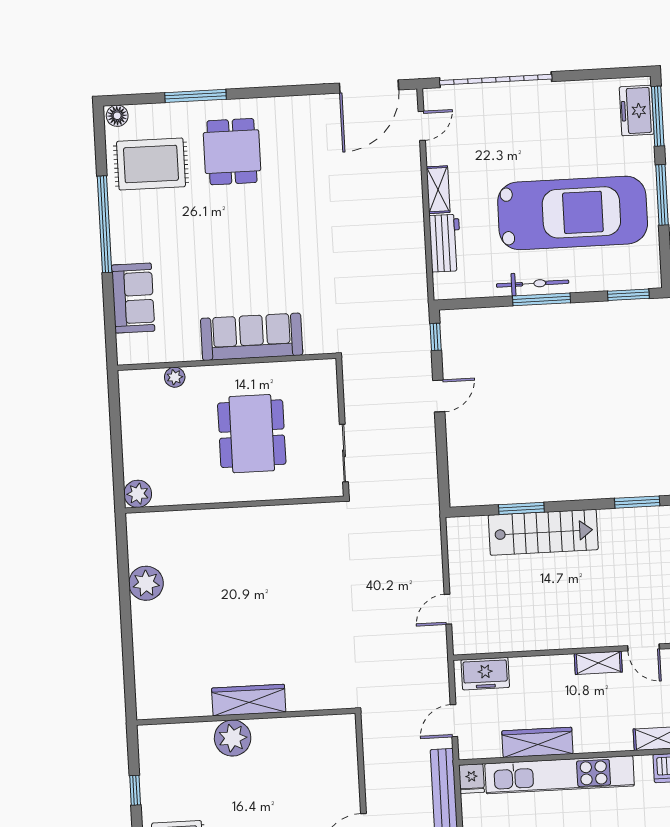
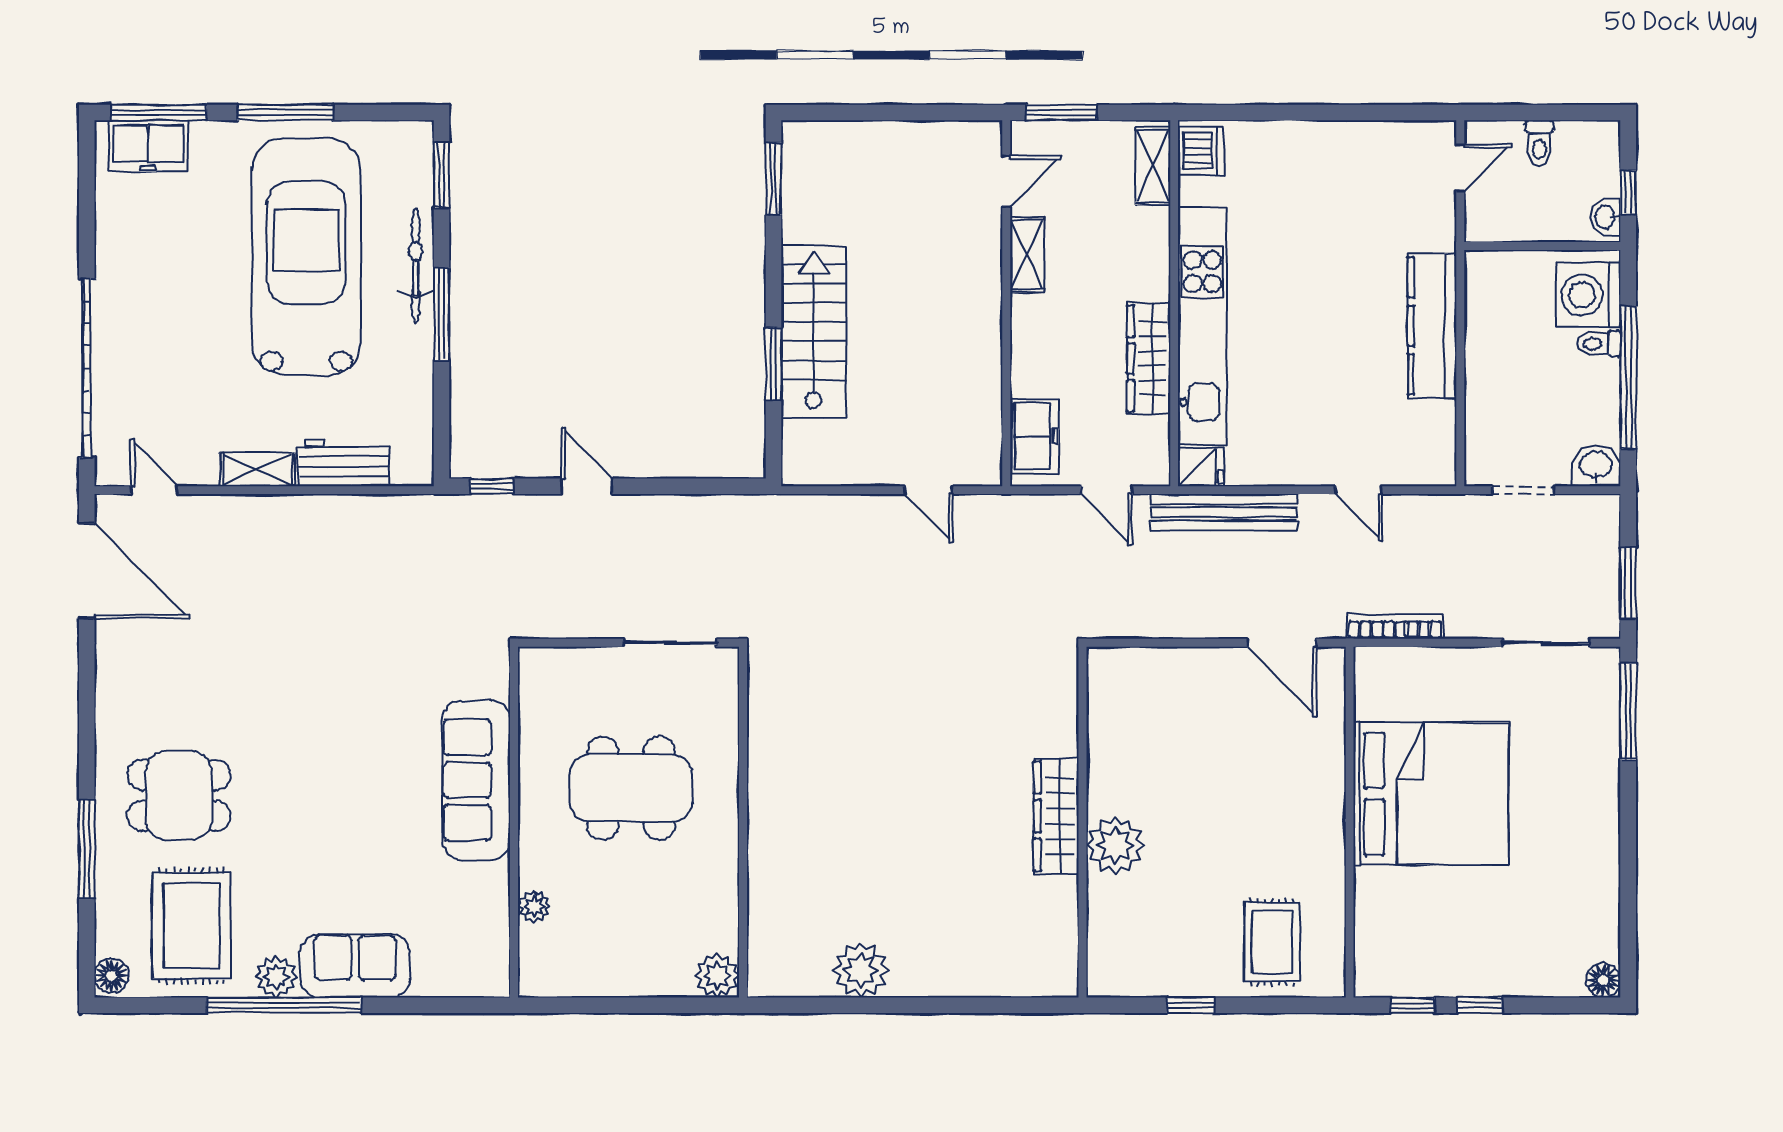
plant: (122, 219) -> (276, 977), added
bicycle: (533, 284) -> (416, 265), moved
sofa: (133, 298) -> (355, 966), moved

